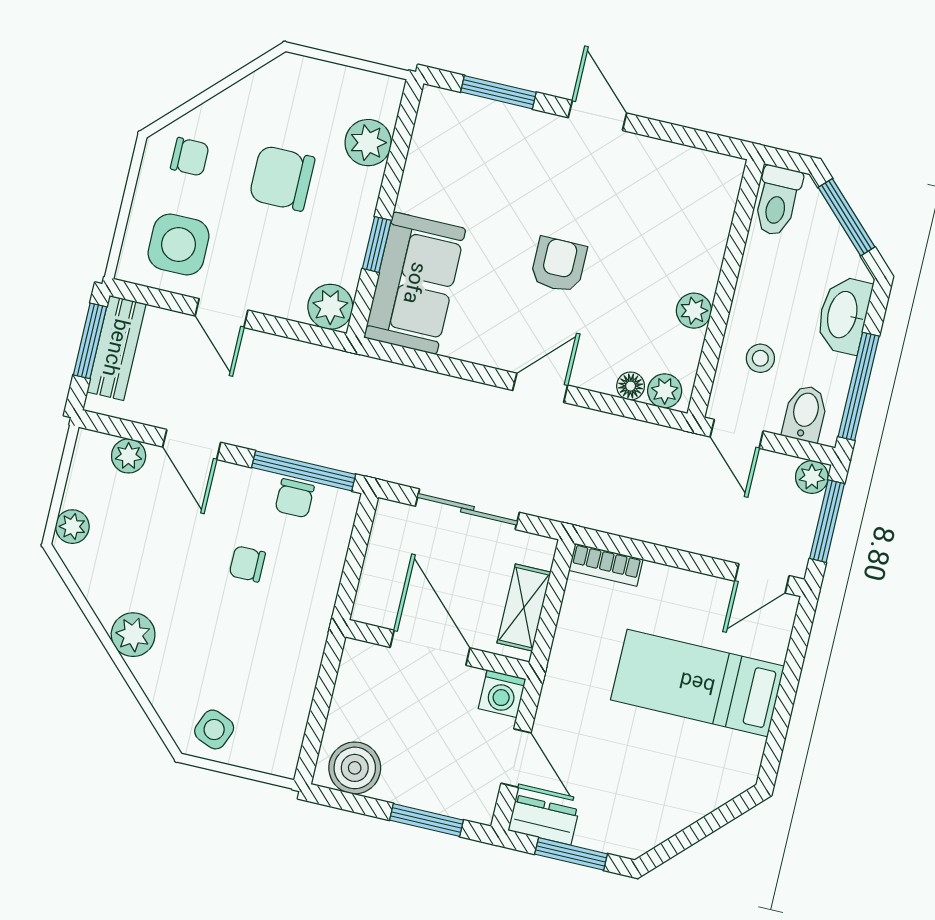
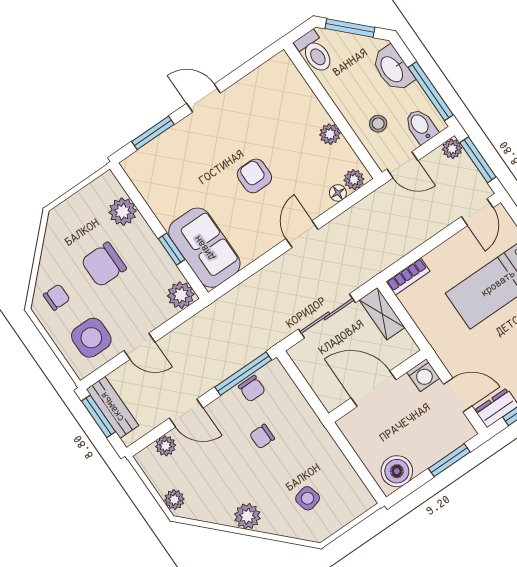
shelving: (524, 608) -> (382, 314), moved
side table: (214, 729) -> (308, 498), moved, turned -36

